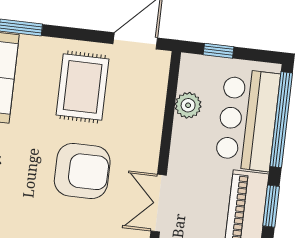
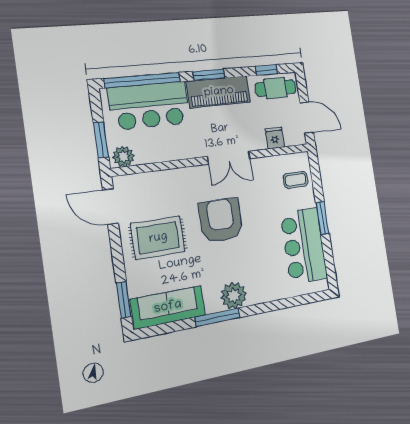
window: (219, 51) -> (101, 140), width x1.50
plant: (188, 105) -> (123, 157), moved

